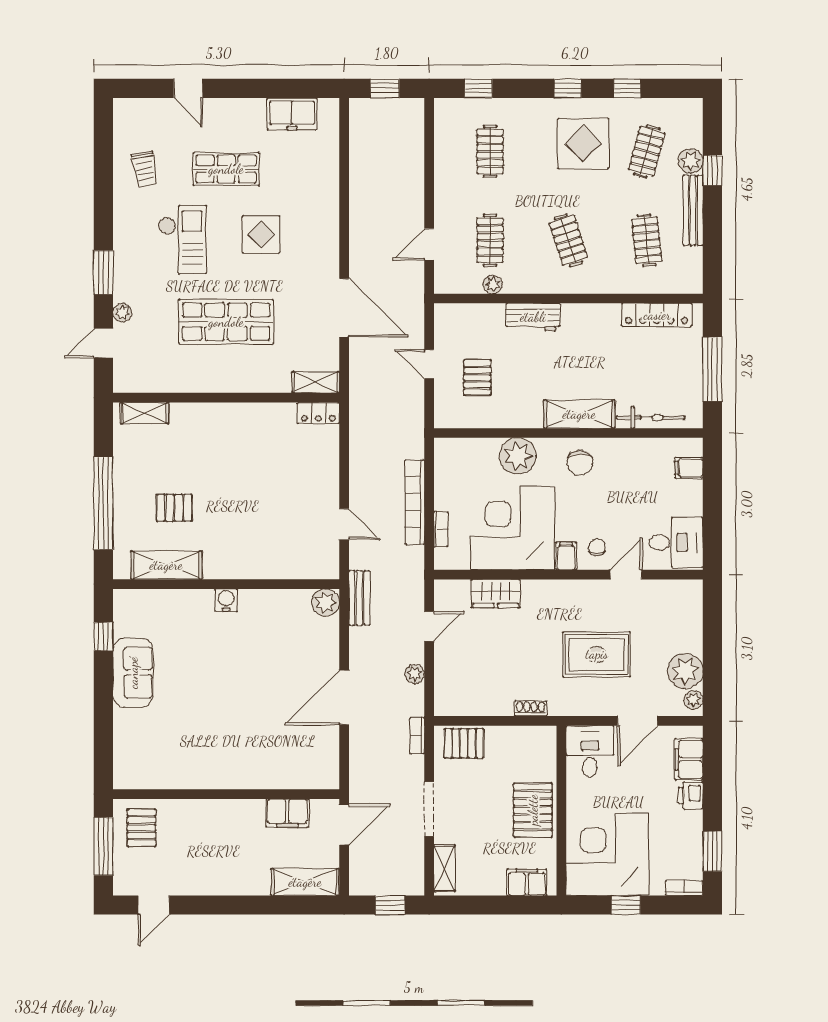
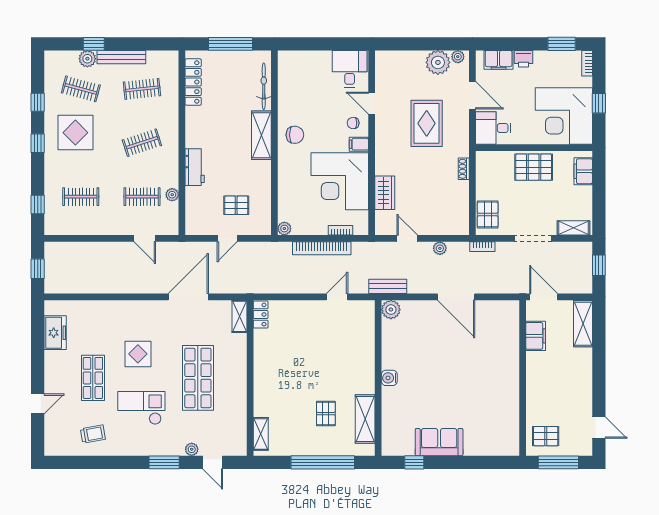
plant: (518, 456) -> (284, 228), moved, width x0.53, depth x0.53
filing cabinet: (689, 468) -> (298, 60), removed

